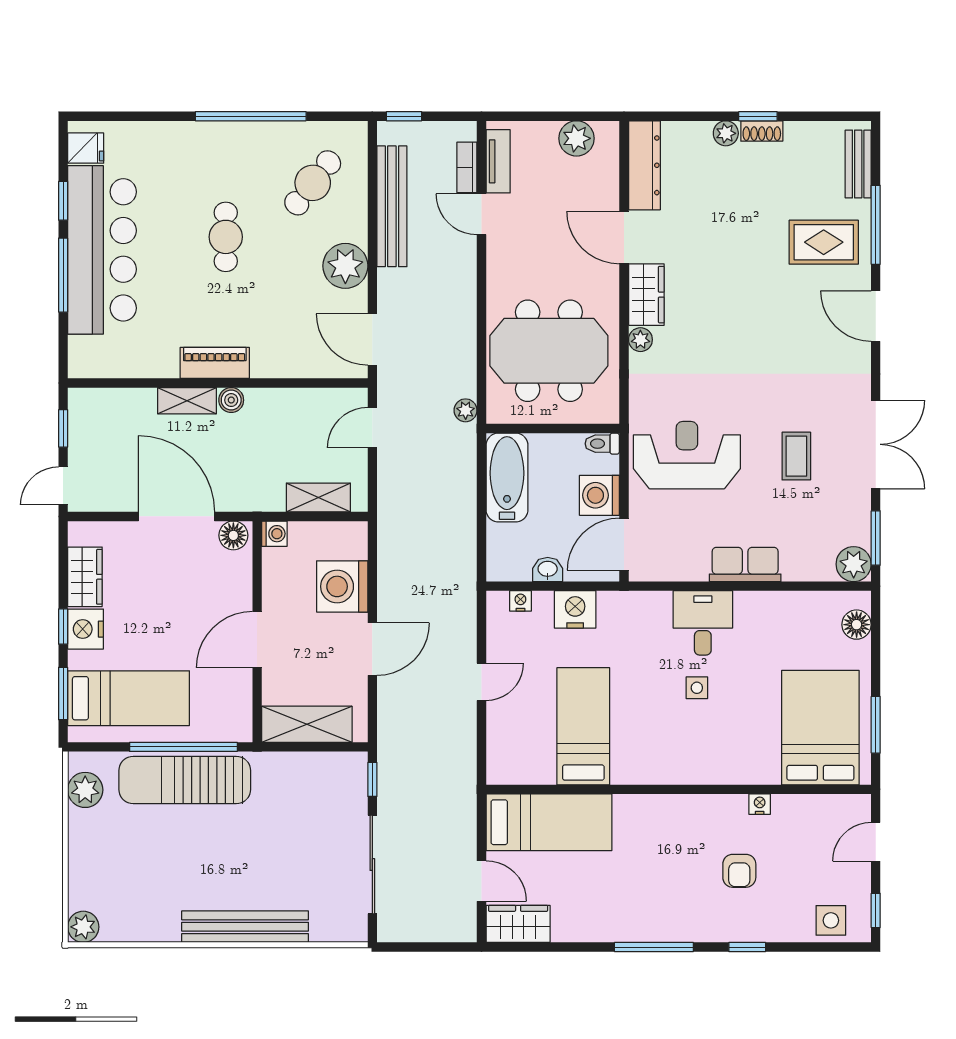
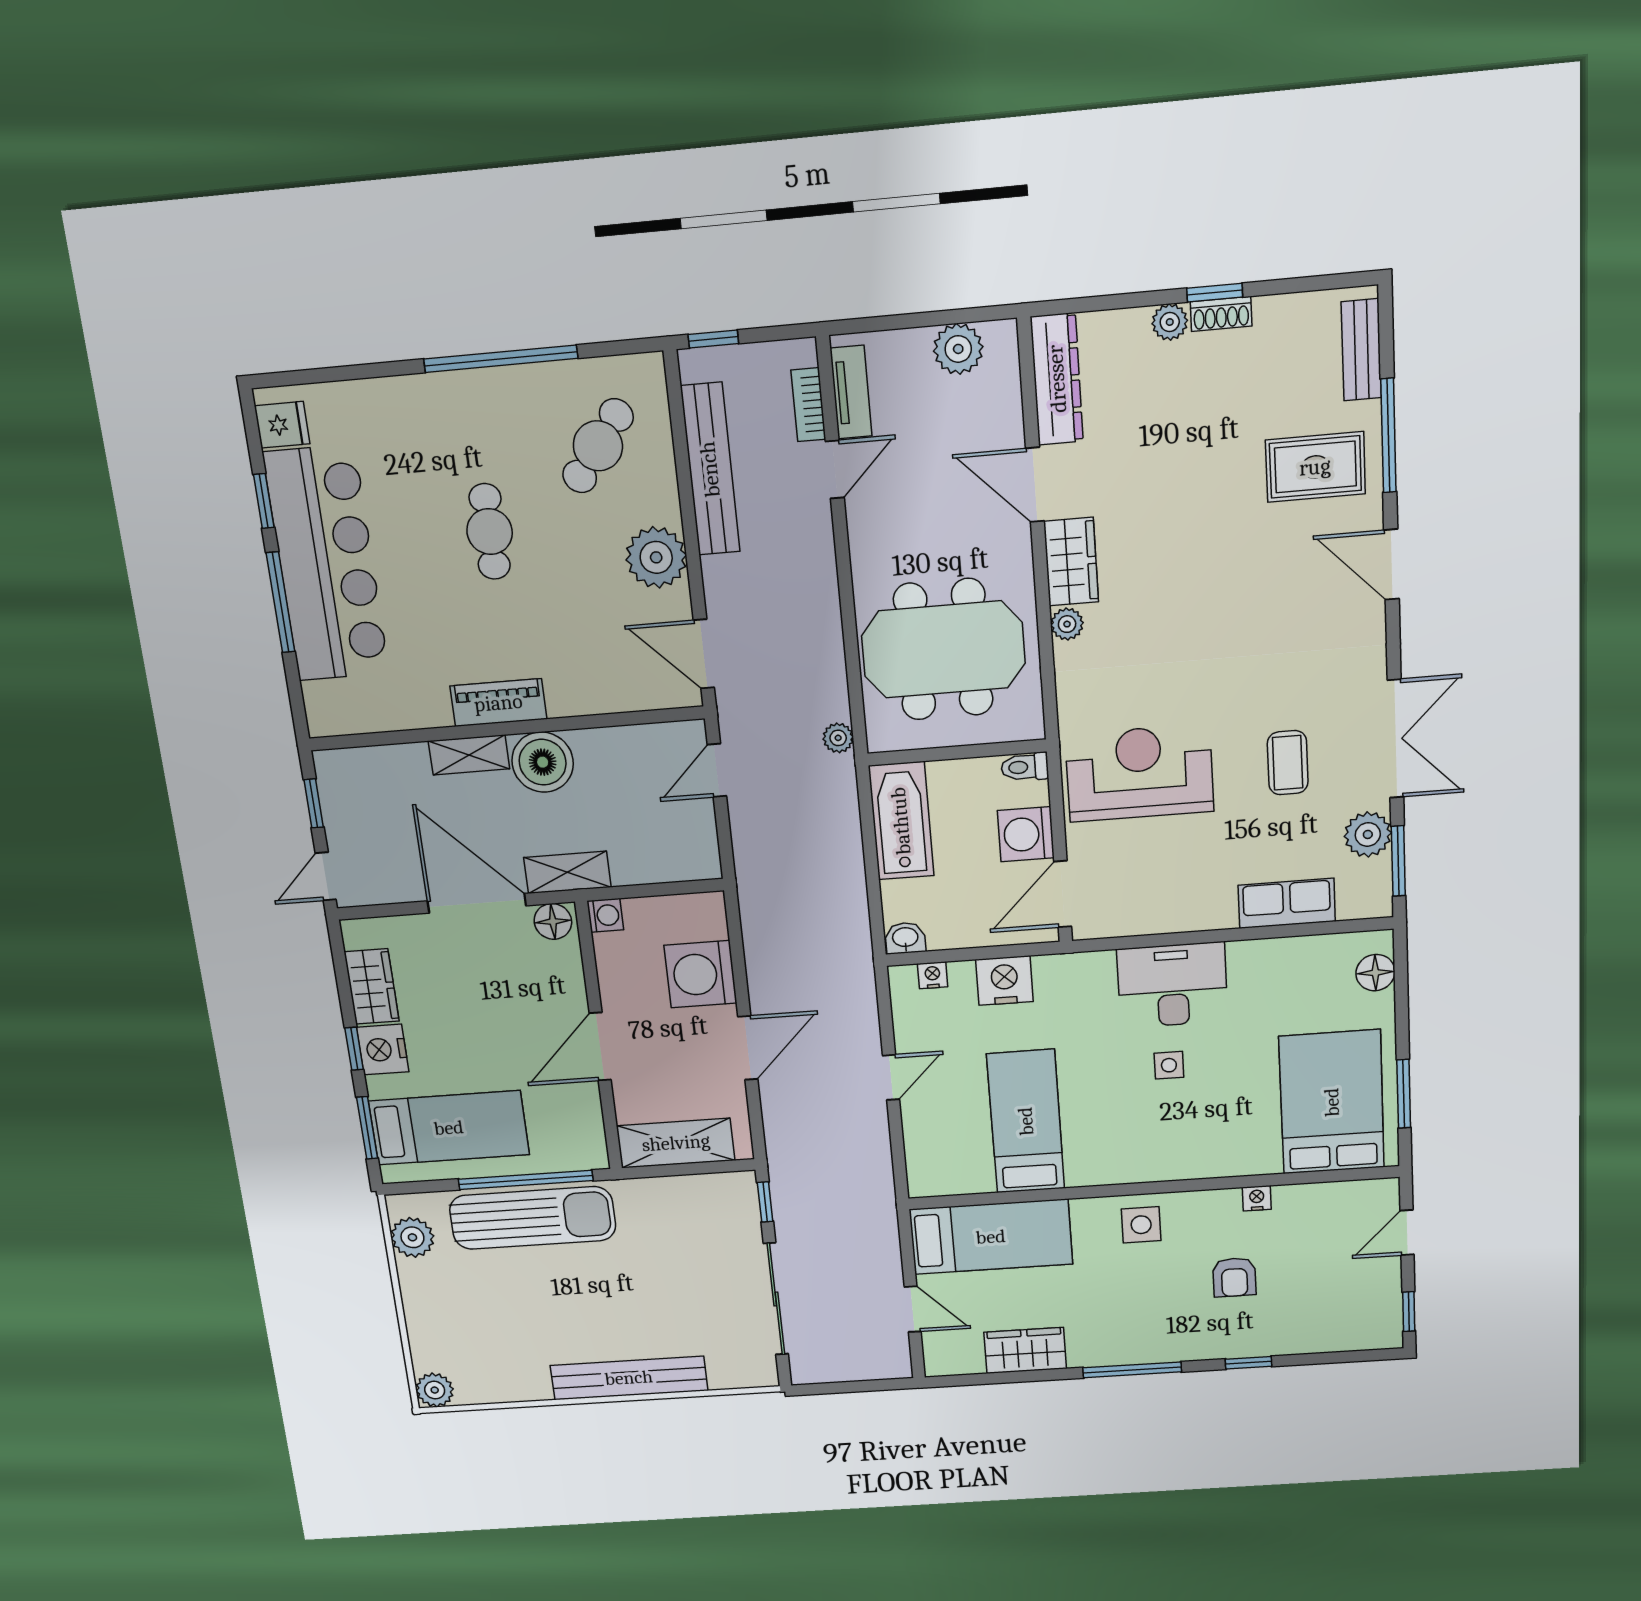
door: (482, 214) -> (835, 469), swing flipped
boiler: (231, 400) -> (543, 762), width x1.86, depth x1.86
shelving: (318, 498) -> (567, 872), moved
plant: (854, 564) -> (1368, 834), moved
row of seats: (745, 565) -> (1287, 903), moved
washbasin: (548, 570) -> (905, 938), moved
desk: (703, 623) -> (1172, 985), width x1.37
sun lounger: (185, 780) -> (533, 1218), turned 180
side table: (831, 920) -> (1141, 1225), moved
wardrobe: (518, 924) -> (1025, 1350), moved

